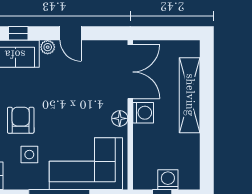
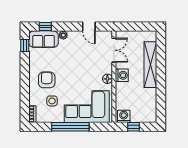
door: (71, 33) -> (89, 26), moved
double door: (130, 72) -> (114, 50), width x0.73
washing machine: (168, 180) -> (124, 116), moved

